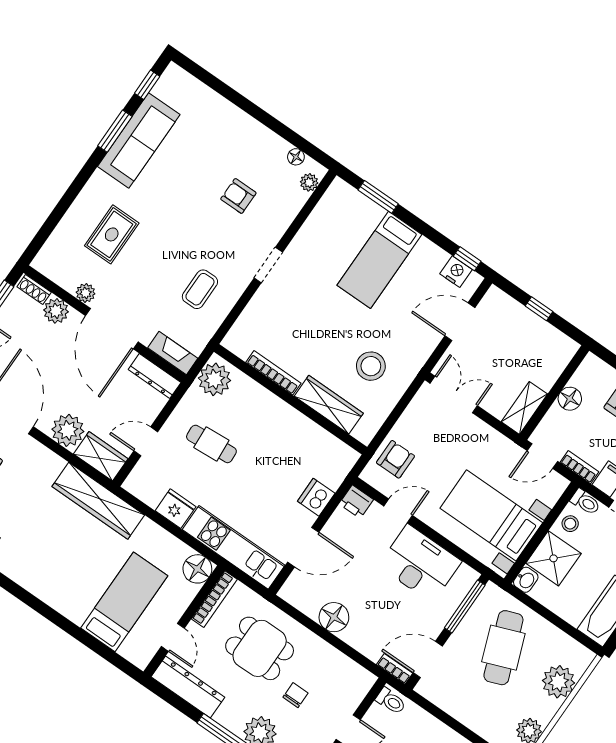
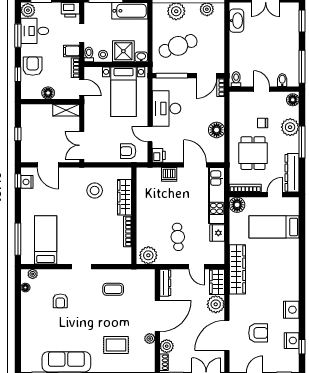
window: (378, 197) -> (18, 239), width x1.44
bed: (379, 260) -> (46, 240), moved, turned -90
fireplace: (173, 353) -> (150, 282), removed
door: (428, 660) -> (206, 76), hinge flipped

